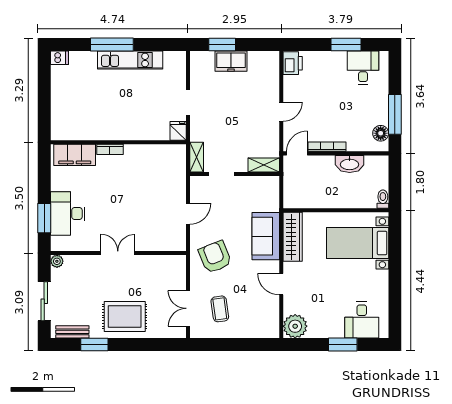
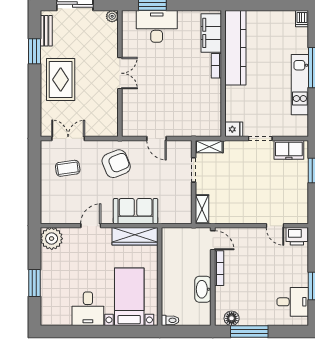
freezer: (231, 61) -> (289, 150), moved, turned -90
door: (281, 112) -> (275, 226), moved
kitchen counter: (91, 129) -> (235, 48), added
desk: (362, 320) -> (88, 309), moved, turned -90

